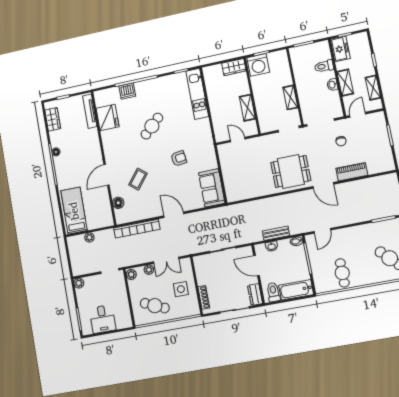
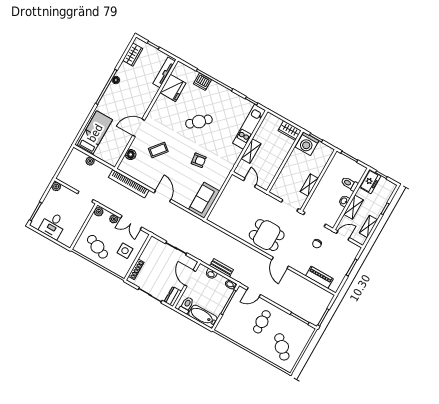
shelving: (247, 108) -> (251, 151), moved
piano: (352, 172) -> (319, 277), moved
cafe table: (342, 273) -> (262, 322), moved

